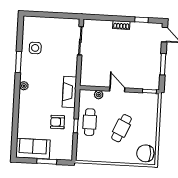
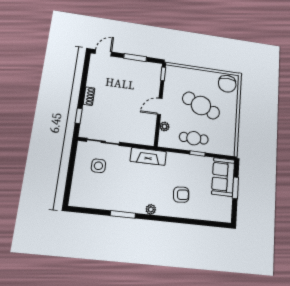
window: (141, 20) -> (79, 116), moved
side table: (35, 48) -> (98, 166), moved
fireplace: (69, 92) -> (148, 156), moved
armchair: (57, 122) -> (181, 195), moved, turned -94
cafe table: (122, 128) -> (201, 105), width x1.37, depth x1.35
sofa: (33, 149) -> (223, 177), moved

